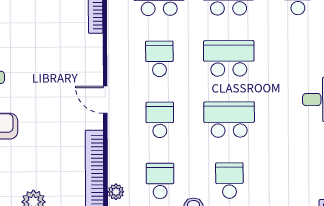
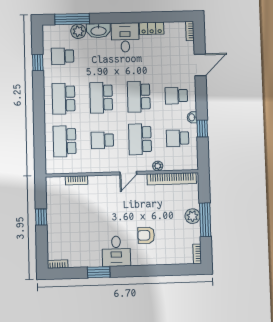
school desk: (160, 120) -> (140, 139), width x1.85
plant: (116, 192) -> (158, 166), moved

